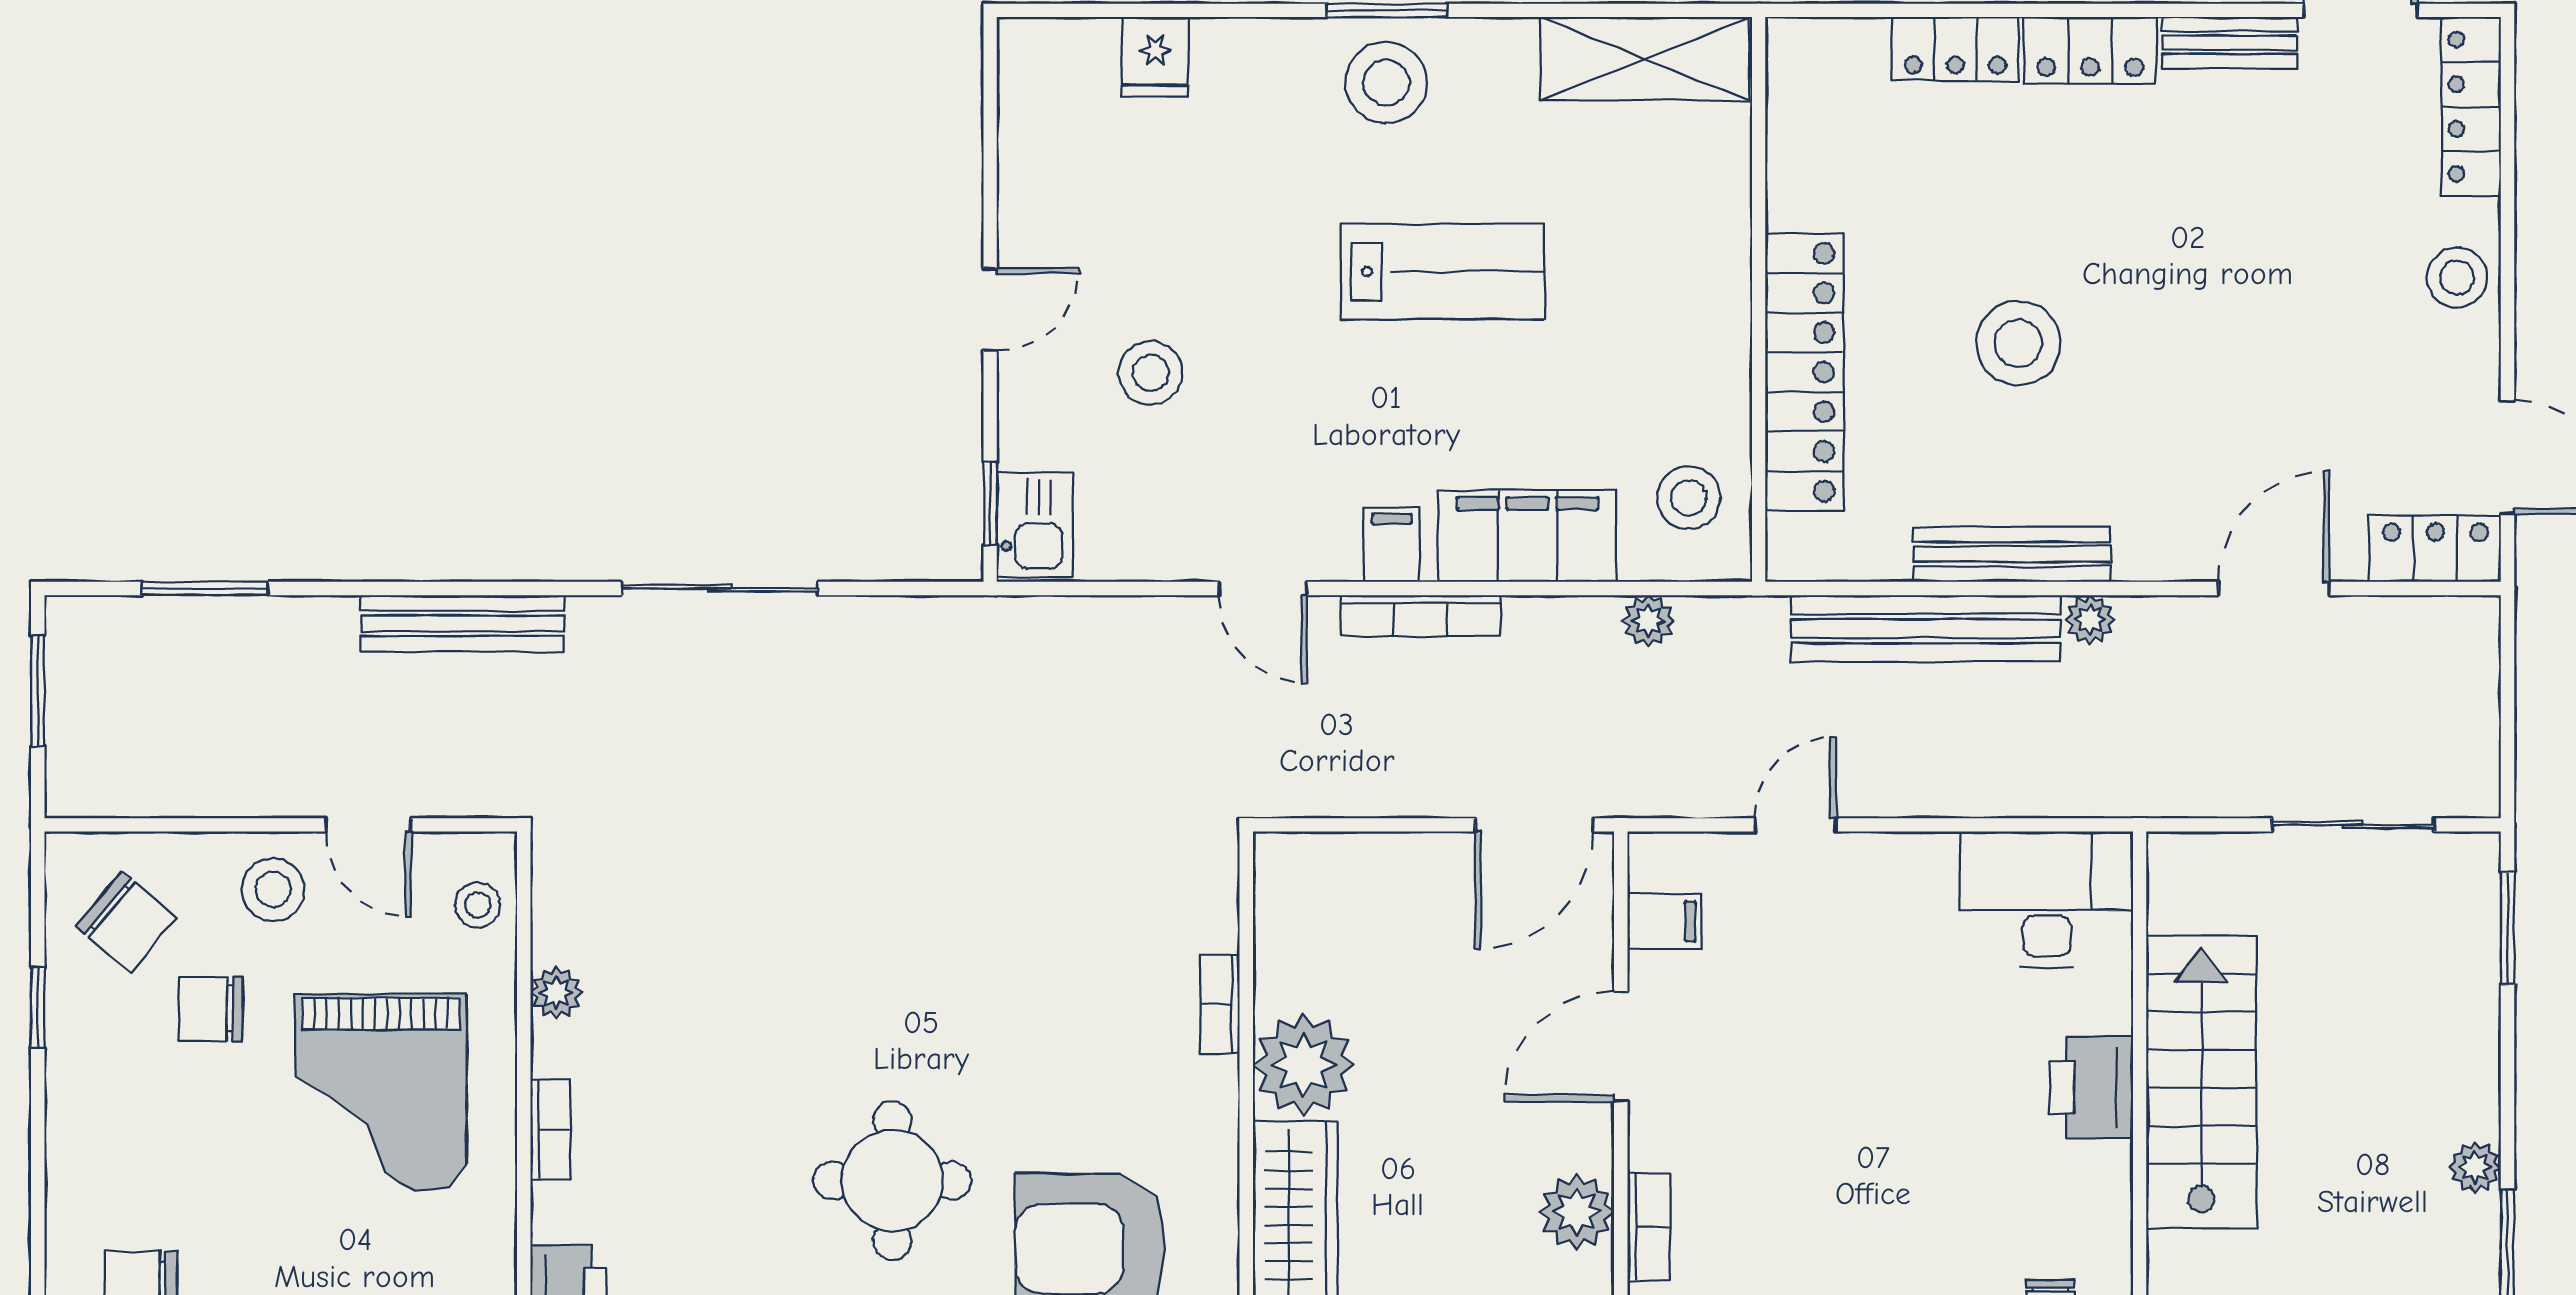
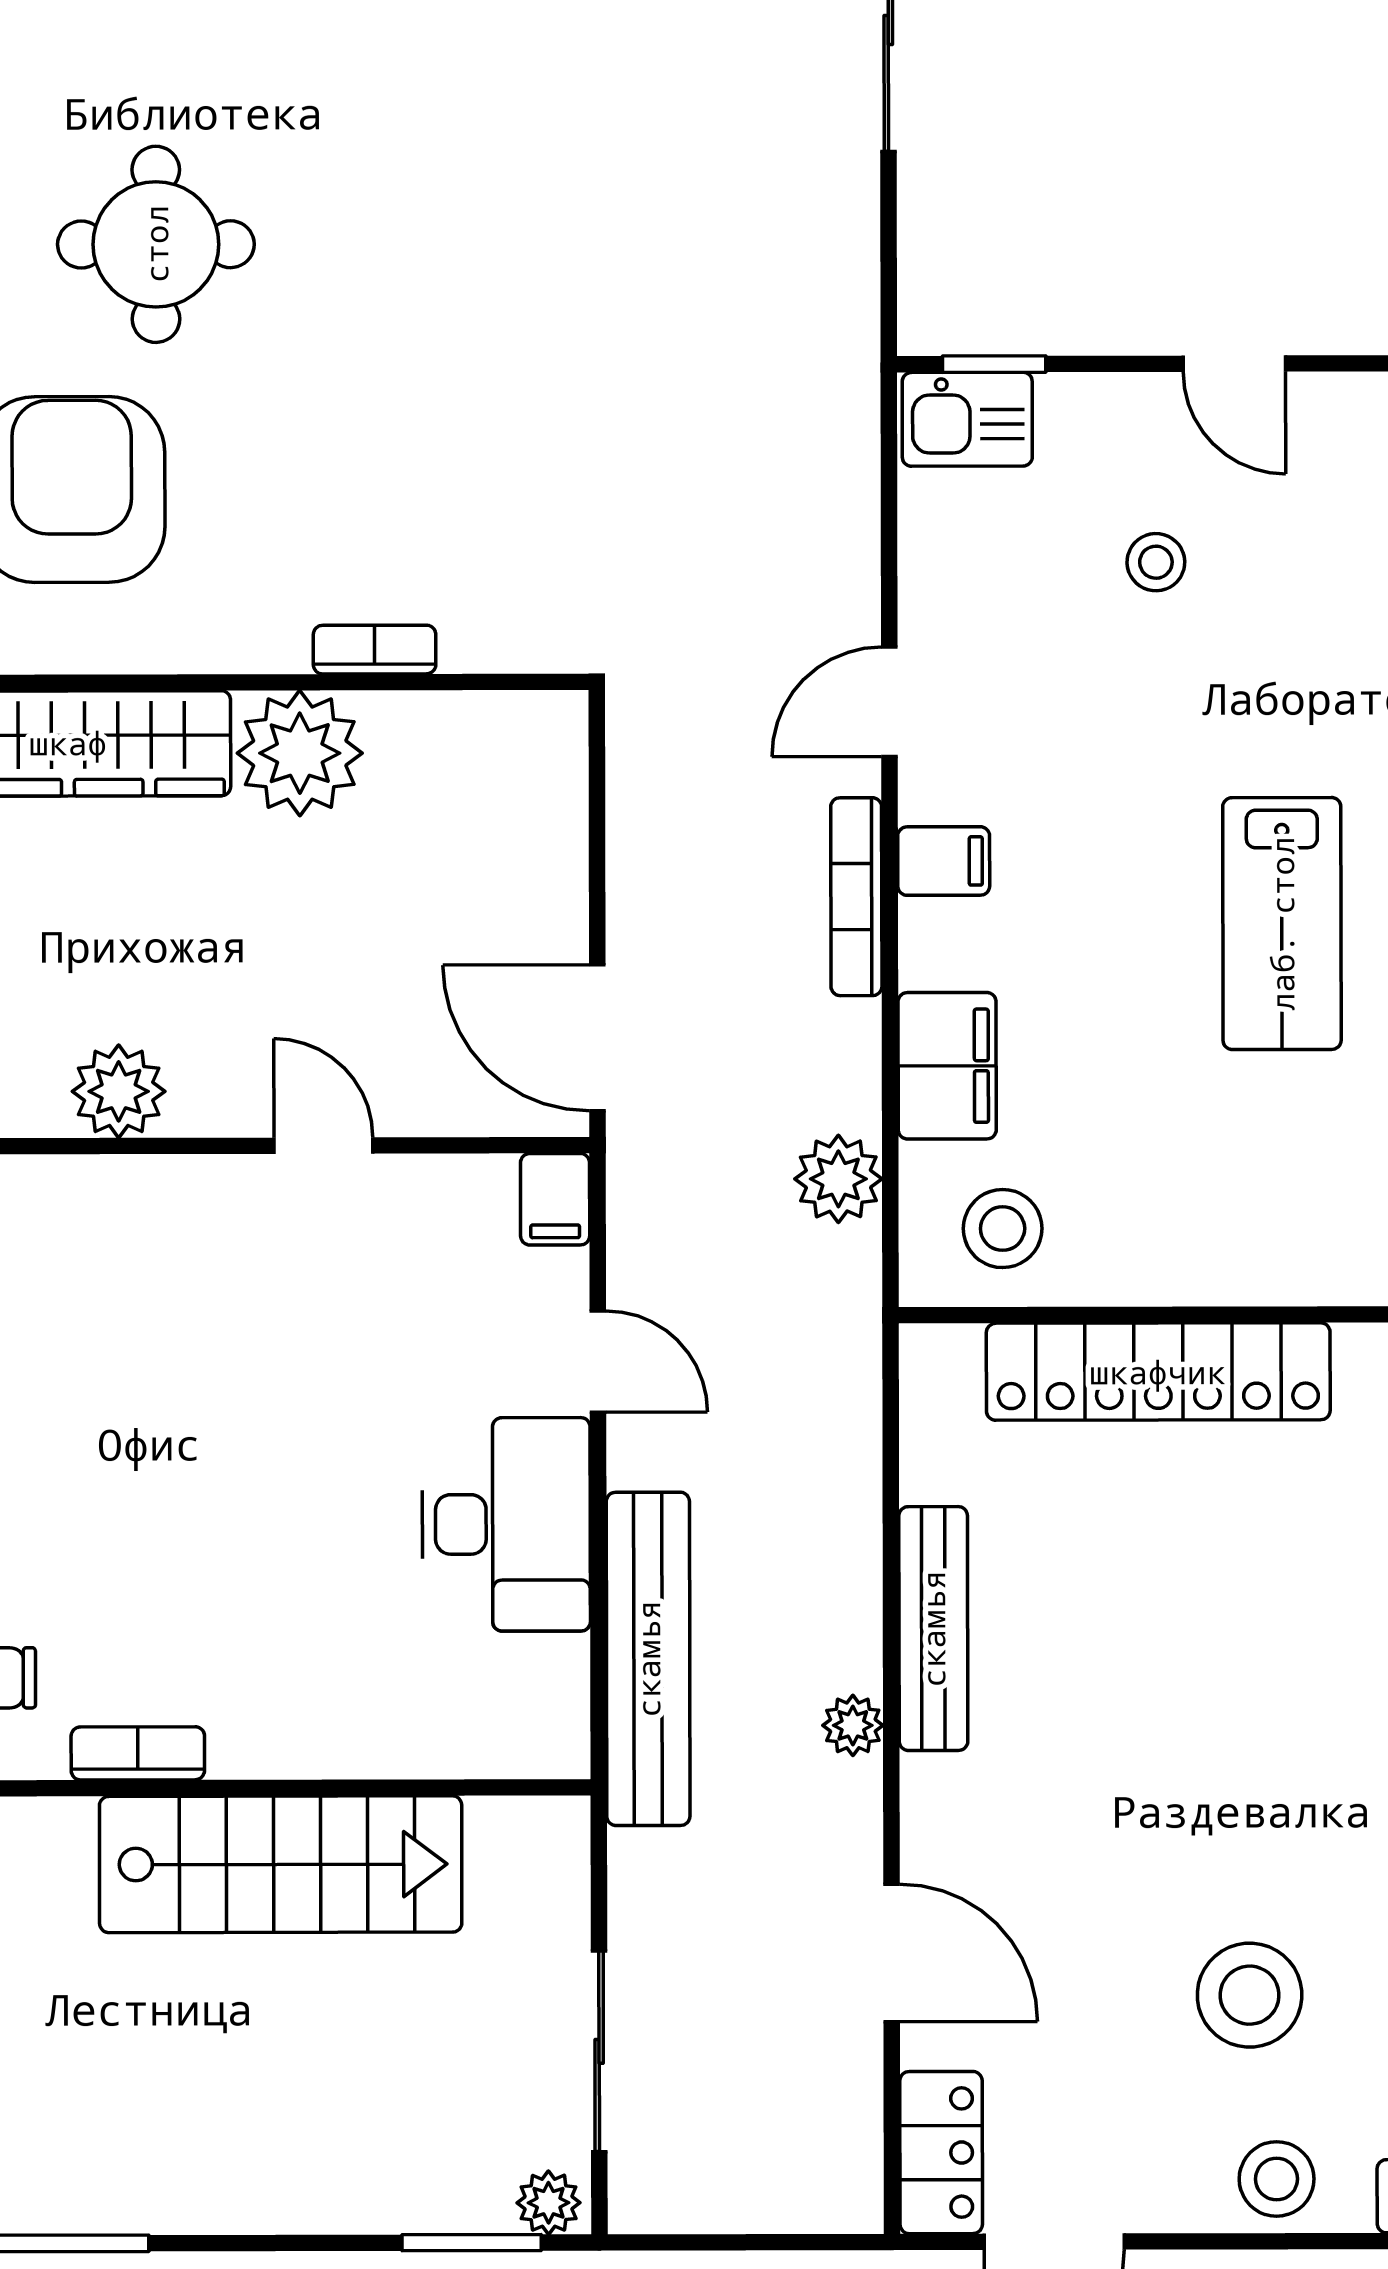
stool: (2018, 343) -> (1250, 1995), moved
stool: (1150, 373) -> (1156, 562), width x0.73, depth x0.73
filing cabinet: (1527, 536) -> (947, 1066), width x0.67, depth x0.86
plant: (1648, 621) -> (838, 1179), width x1.38, depth x1.38
bench: (1925, 629) -> (648, 1659), moved
desk: (2047, 899) -> (506, 1524), moved
filing cabinet: (1664, 921) -> (555, 1199), moved
door: (1621, 1046) -> (324, 1146), width x0.73
printer: (2091, 1088) -> (274, 1728), removed
plant: (2475, 1167) -> (549, 2203), moved
bookcase: (1649, 1227) -> (138, 1753), moved, turned 180

